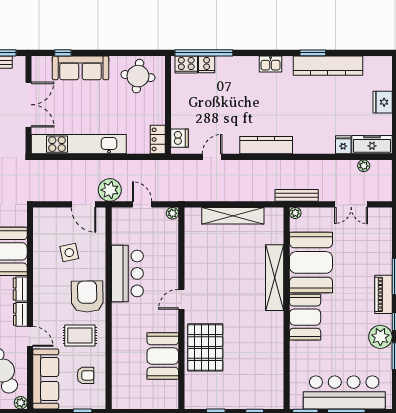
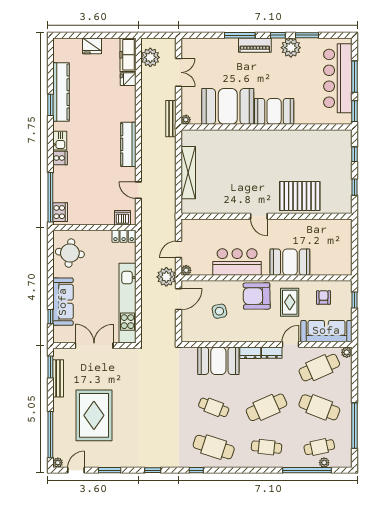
cooker: (207, 64) -> (60, 158), moved
plant: (364, 166) -> (150, 57), width x1.87, depth x1.87
plant: (172, 213) -> (186, 270), moved
shelving: (275, 278) -> (241, 137), removed
booth: (163, 356) -> (290, 262), moved

